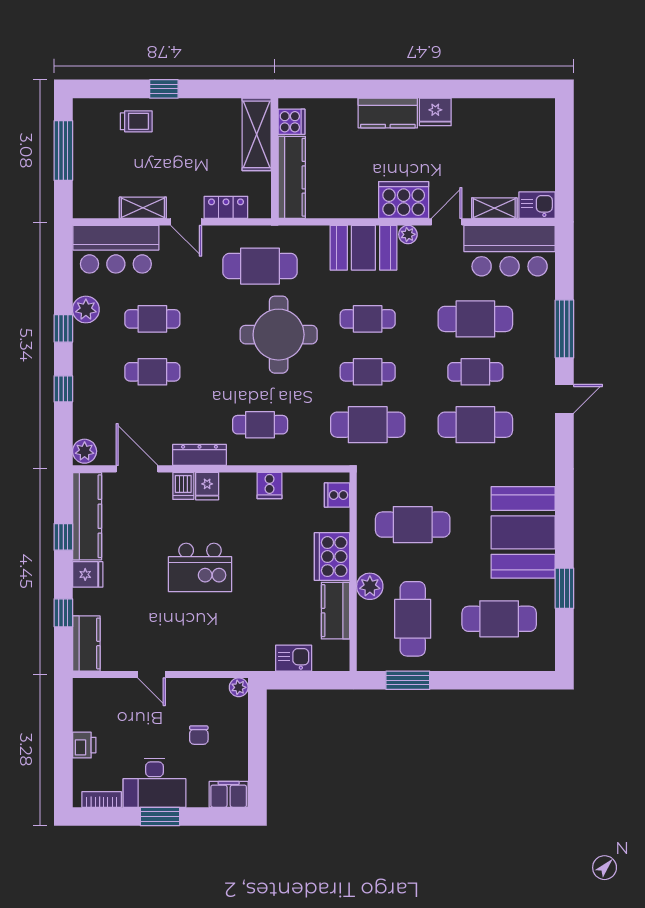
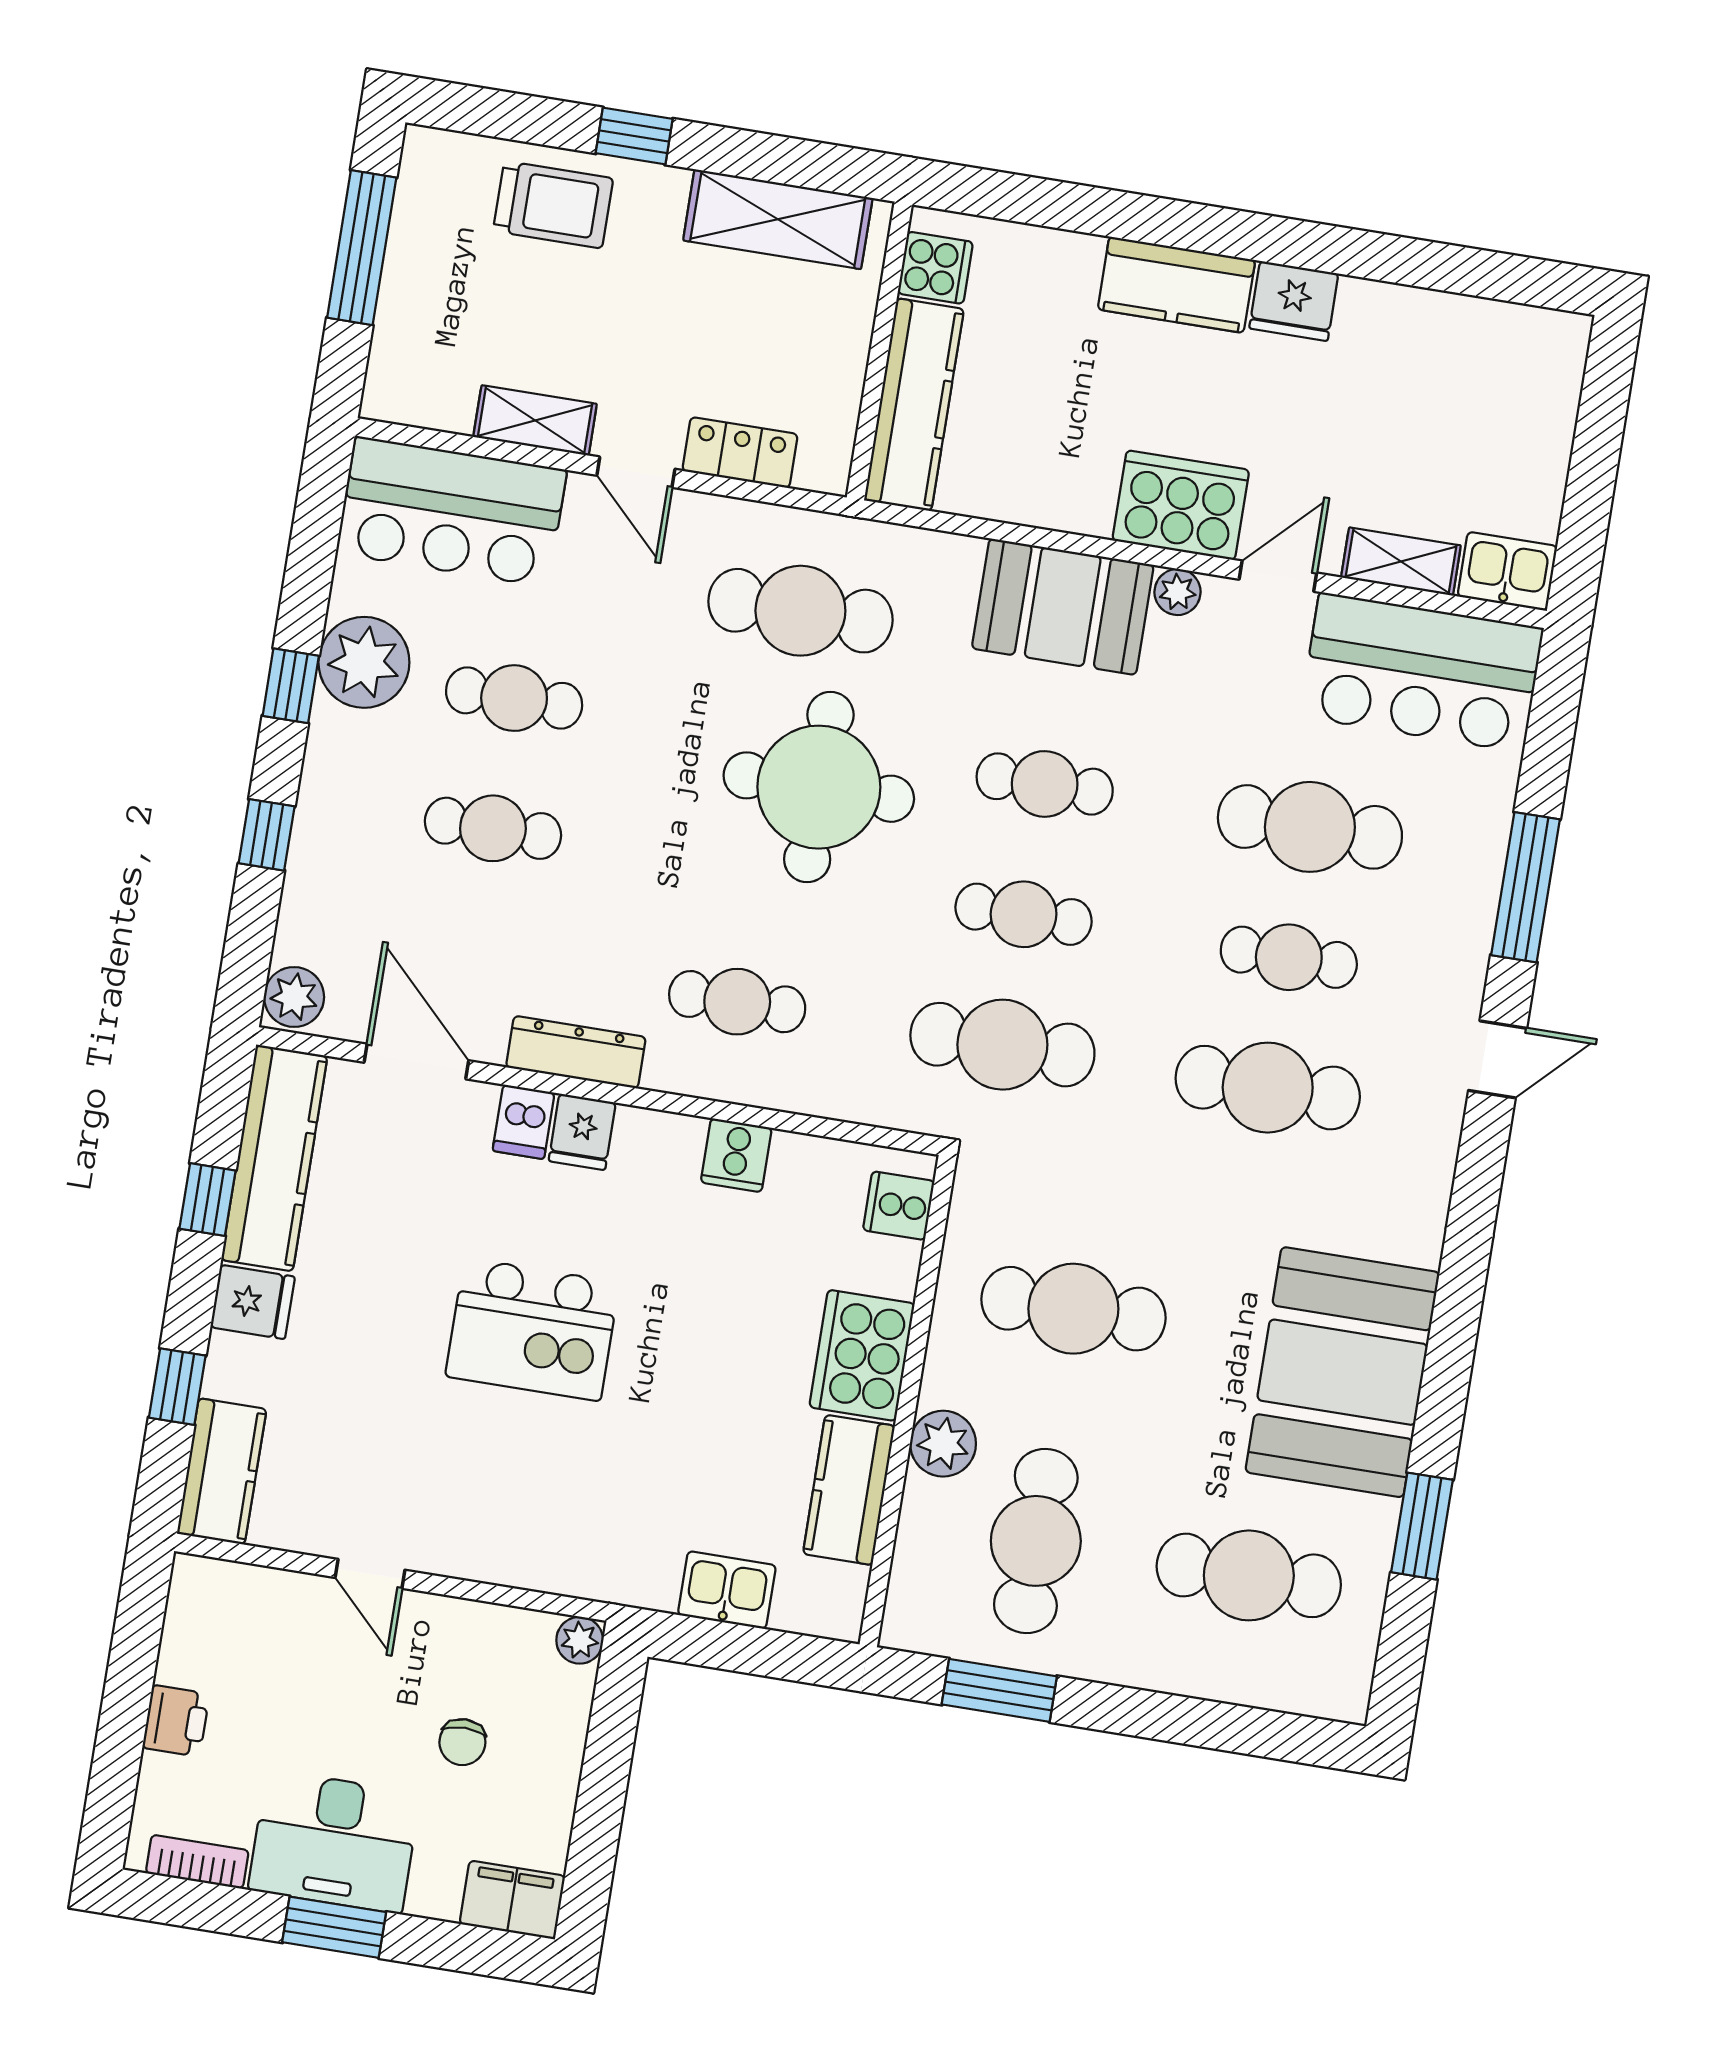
trolley: (136, 121) -> (553, 205), width x1.36, depth x1.39
shelving: (257, 134) -> (778, 219), moved, turned 90
plant: (86, 310) -> (364, 662), width x1.36, depth x1.36

